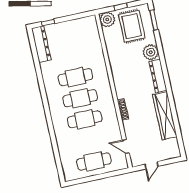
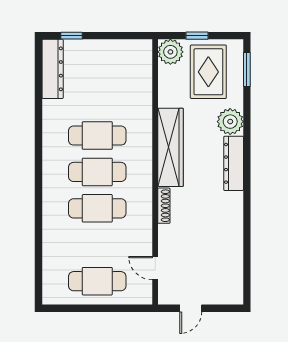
wardrobe: (165, 116) -> (171, 147), moved, turned 180

